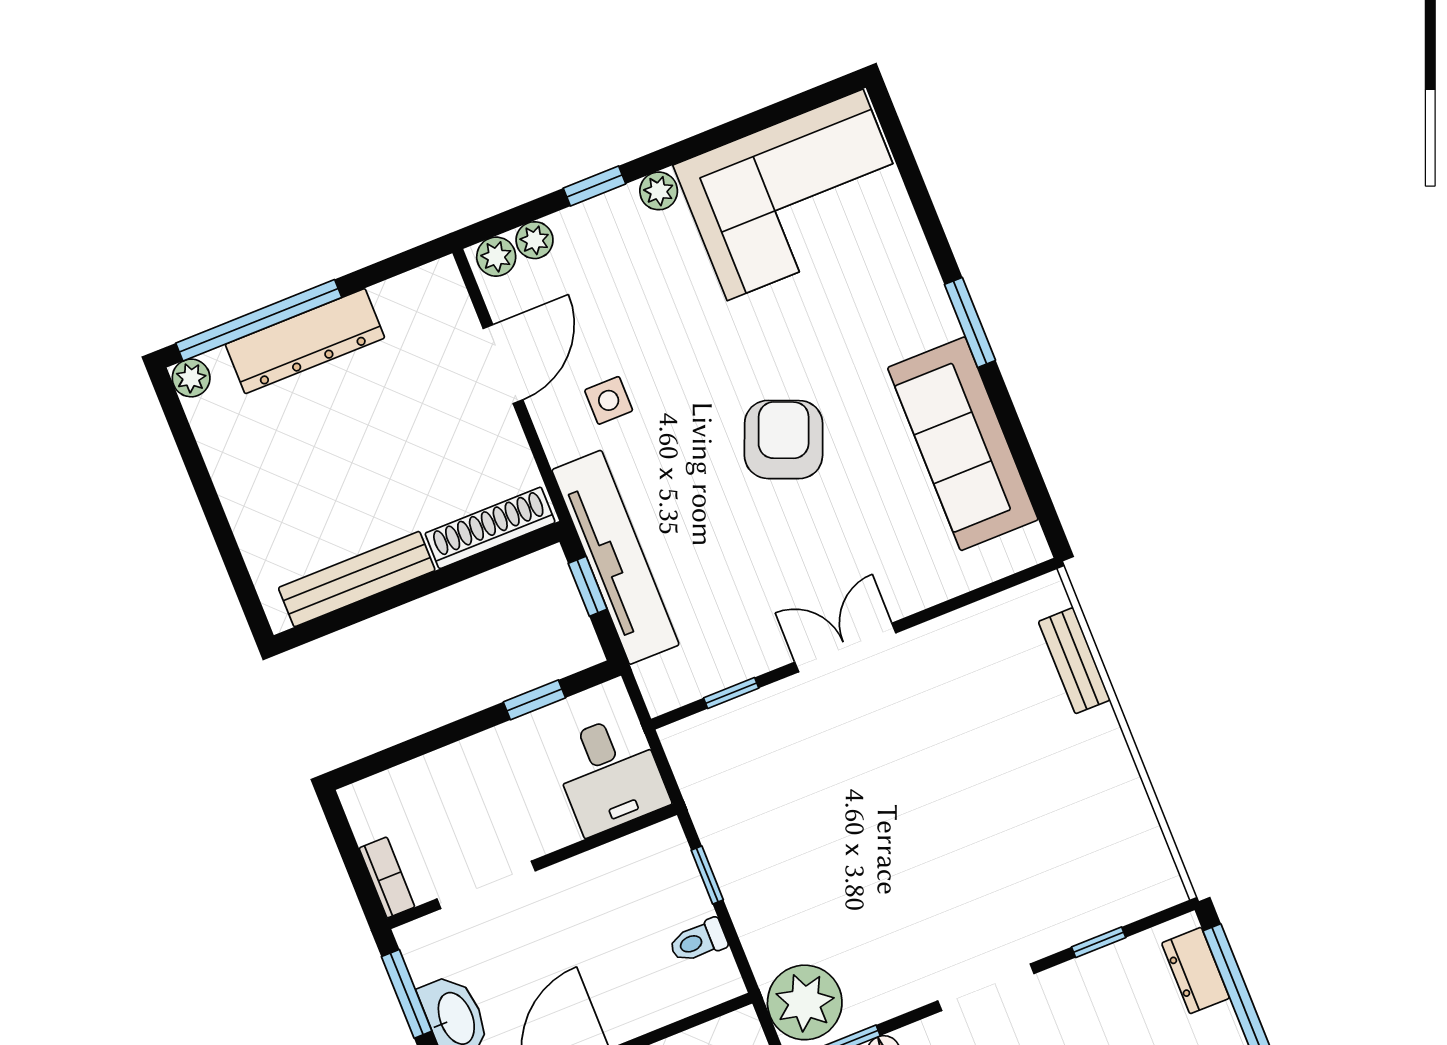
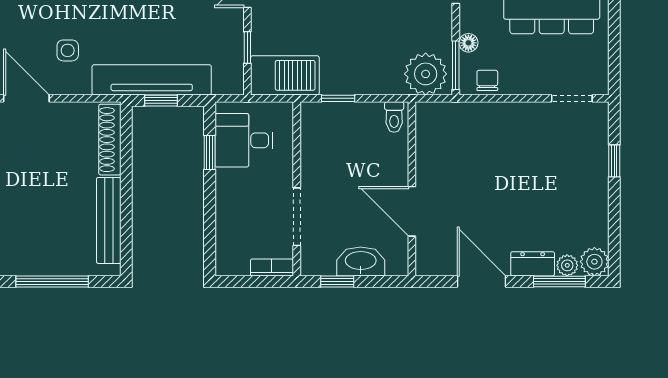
window: (220, 527) -> (52, 281), added
barbecue: (710, 773) -> (285, 75), added
desk: (610, 774) -> (244, 140), moved, turned 180
toilet: (698, 941) -> (394, 117), moved
window: (407, 994) -> (337, 281), width x0.67

